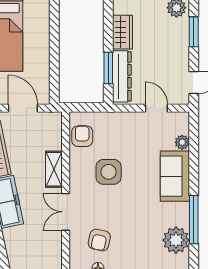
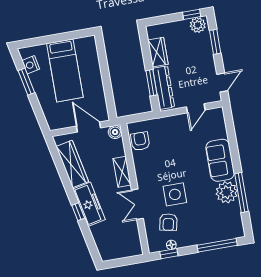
door: (156, 108) -> (196, 108), swing flipped
boiler: (54, 120) -> (115, 132), added
plant: (182, 142) -> (221, 132), removed
side table: (109, 172) -> (175, 194), moved
plant: (176, 240) -> (227, 192), moved

